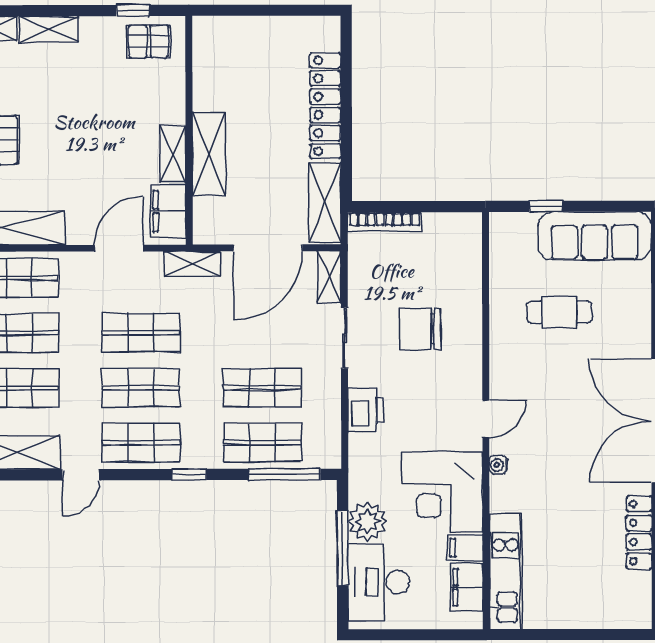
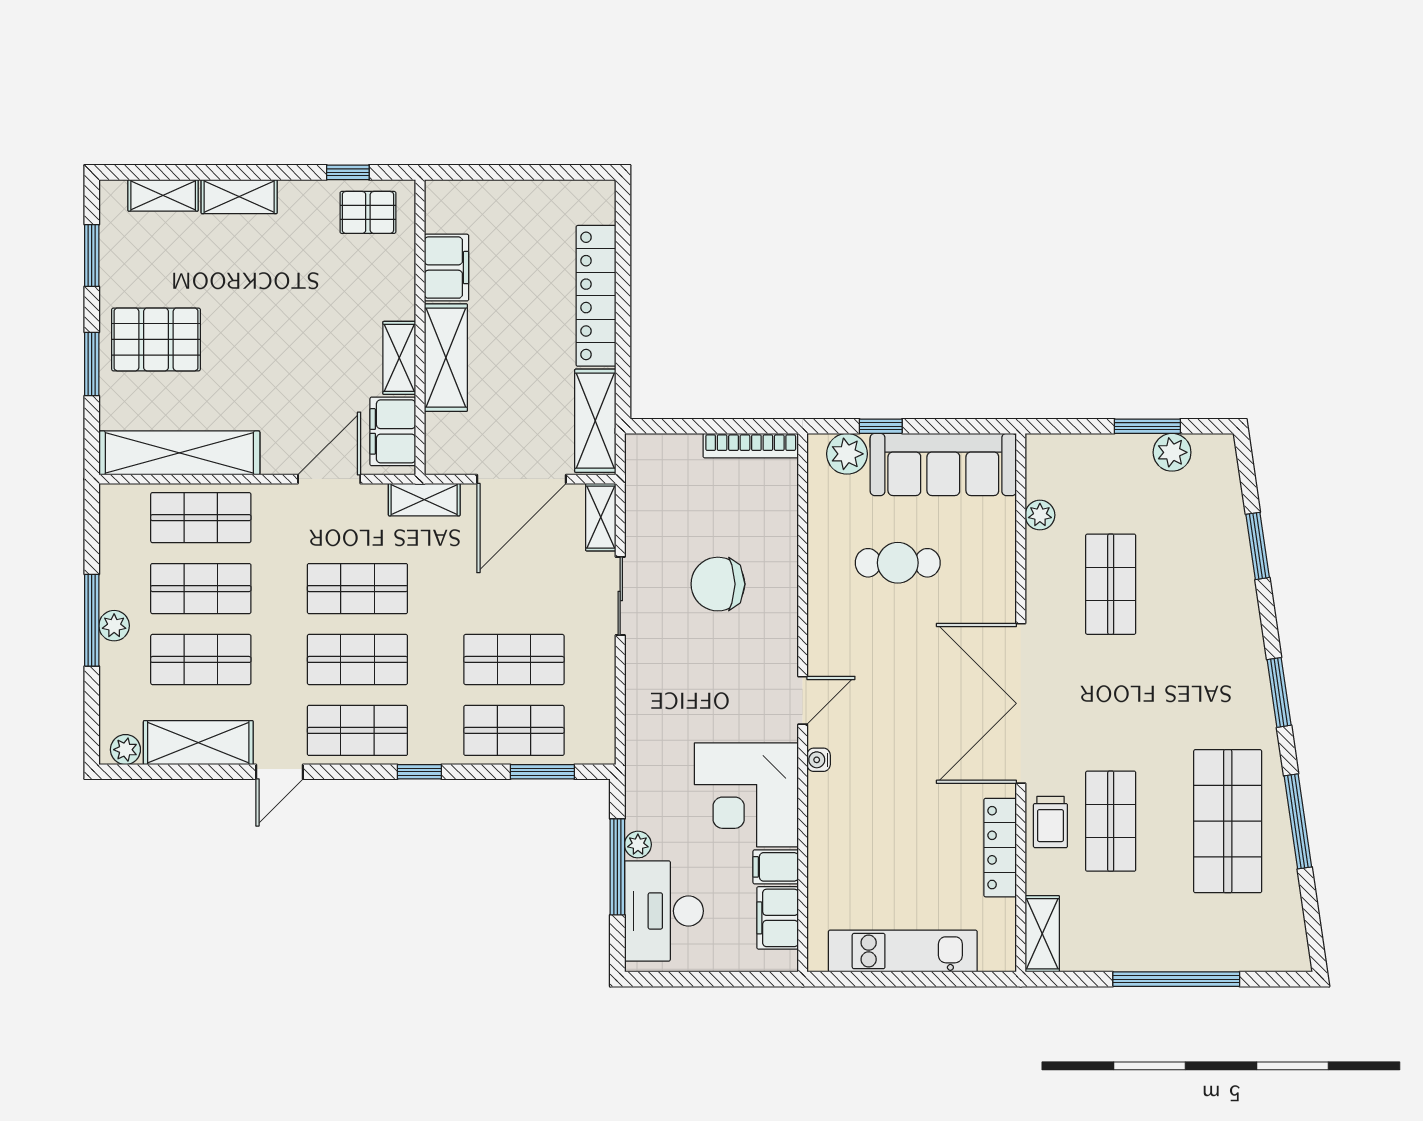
filing cabinet: (209, 84) -> (446, 268), added
bookcase: (384, 222) -> (751, 446), moved
plant: (520, 228) -> (847, 454), added
printer: (366, 410) -> (648, 689), removed
window: (284, 474) -> (542, 772), width x0.69
plant: (368, 522) -> (638, 845), width x0.53, depth x0.53
kitchen unit: (506, 572) -> (903, 951), moved, turned -90

